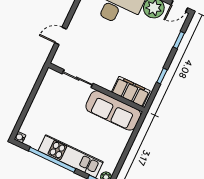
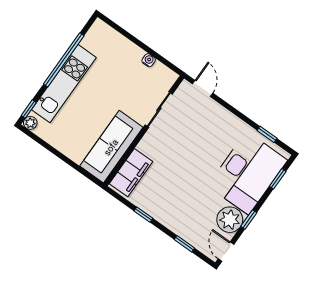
door: (61, 36) -> (203, 88), moved
water cooler: (20, 137) -> (149, 60), moved

